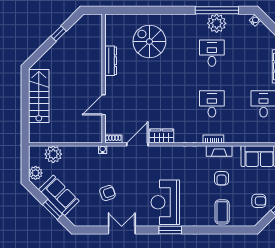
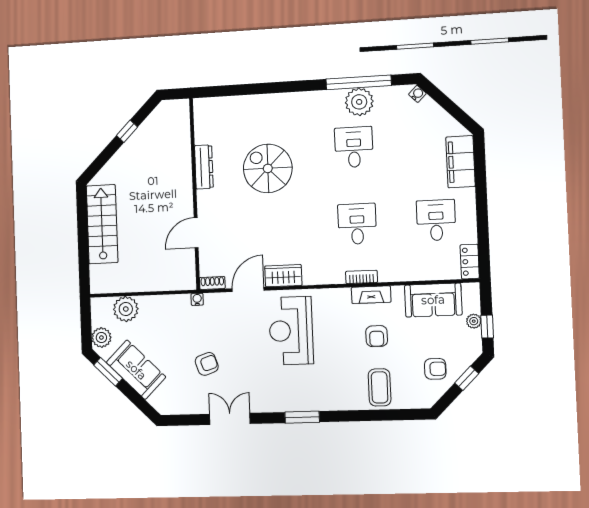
spiral stairs: (149, 42) -> (268, 168), moved
reception desk: (165, 202) -> (291, 331), moved
window: (53, 209) -> (108, 372), moved

